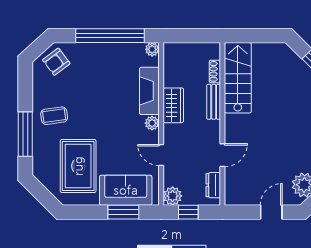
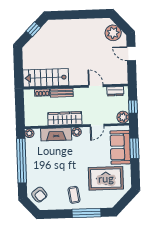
wardrobe: (173, 105) -> (65, 119), width x1.50

